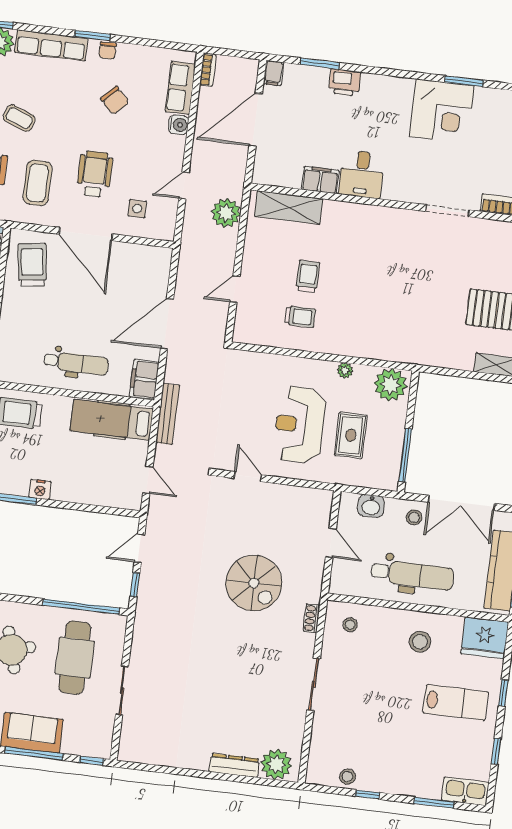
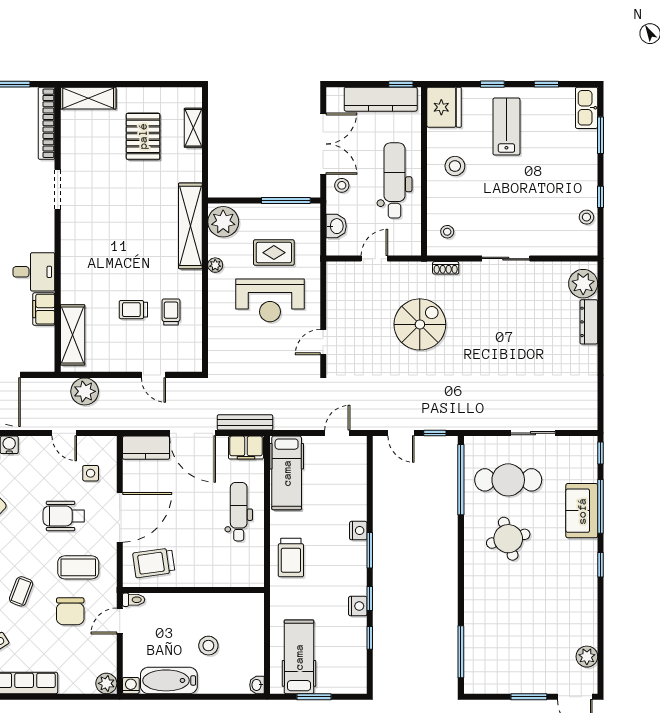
kitchen counter: (157, 272) -> (146, 448), added
shelving: (391, 349) -> (190, 226), added
bench: (168, 414) -> (245, 422), moved

